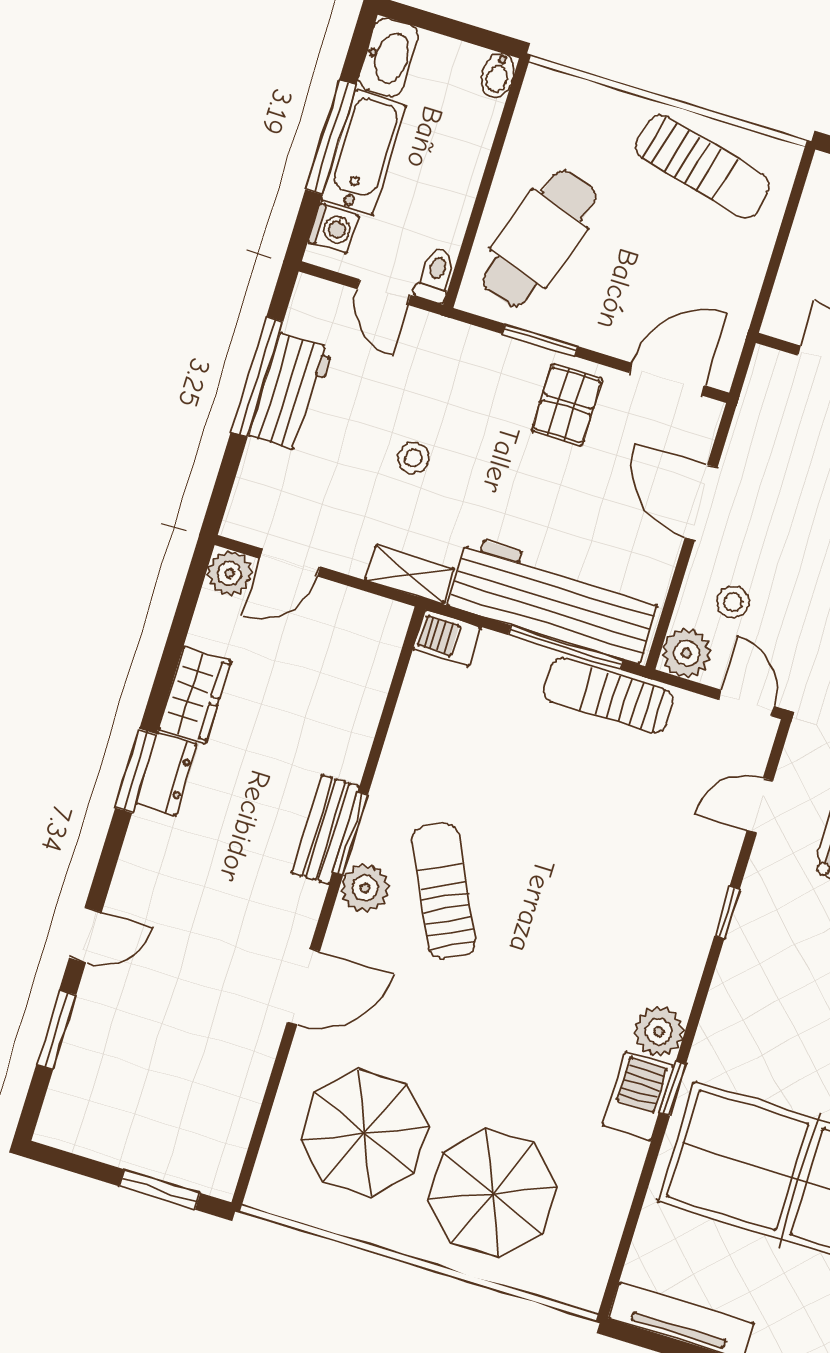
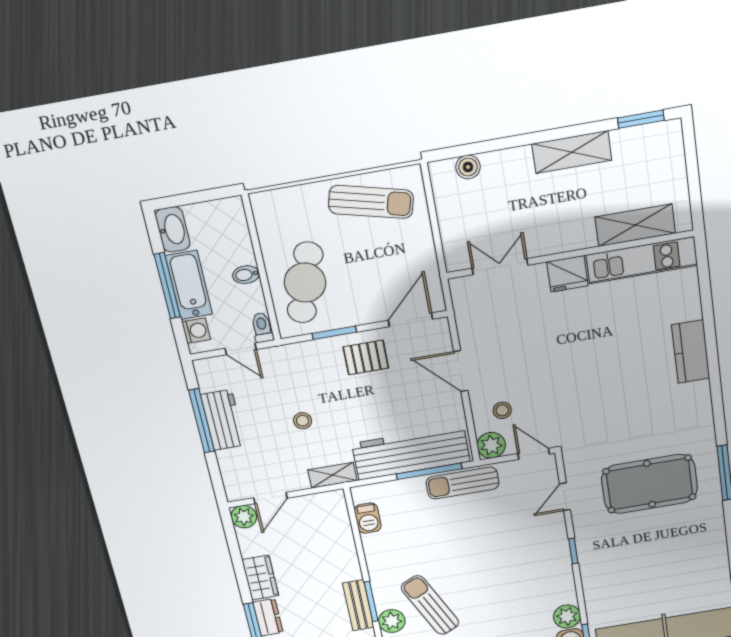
bidet: (498, 75) -> (246, 275), moved, turned 90
pallet: (567, 405) -> (366, 357), turned 90
barbecue: (447, 638) -> (368, 518), moved, turned -90

